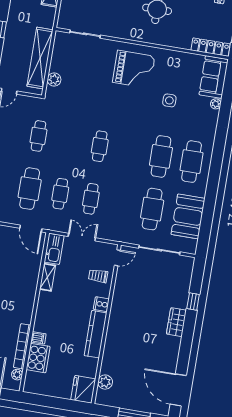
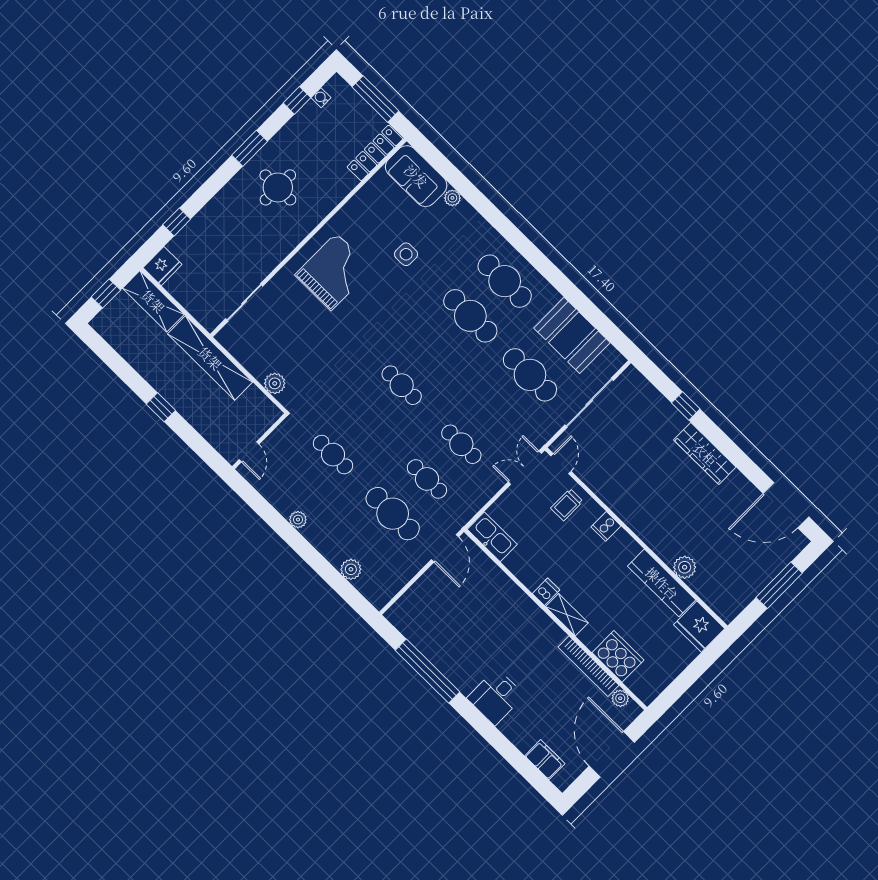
shelving: (40, 58) -> (210, 358), moved
door: (31, 229) -> (445, 548), hinge flipped
double door: (82, 237) -> (525, 468), moved
shelving: (48, 277) -> (567, 615), moved
wardrobe: (176, 322) -> (705, 454), width x1.50
kitchen counter: (95, 334) -> (662, 583), moved
dishwasher: (38, 338) -> (546, 592), moved
plant: (105, 382) -> (685, 567), moved

